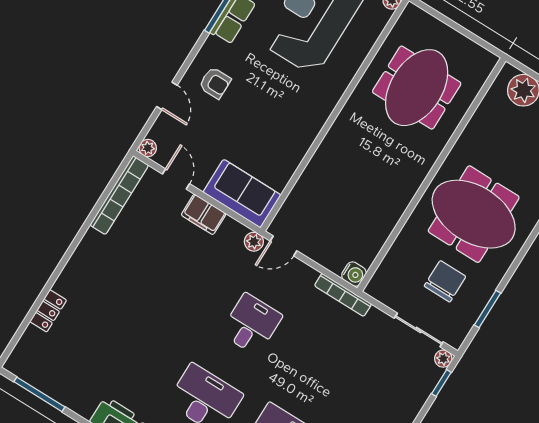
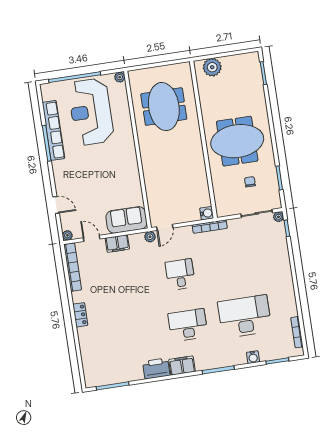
armchair: (215, 83) -> (72, 181), removed
chair: (445, 281) -> (250, 182), width x0.54, depth x0.54
locker: (48, 311) -> (80, 315), moved

